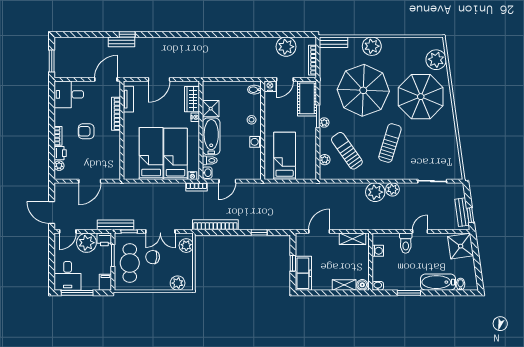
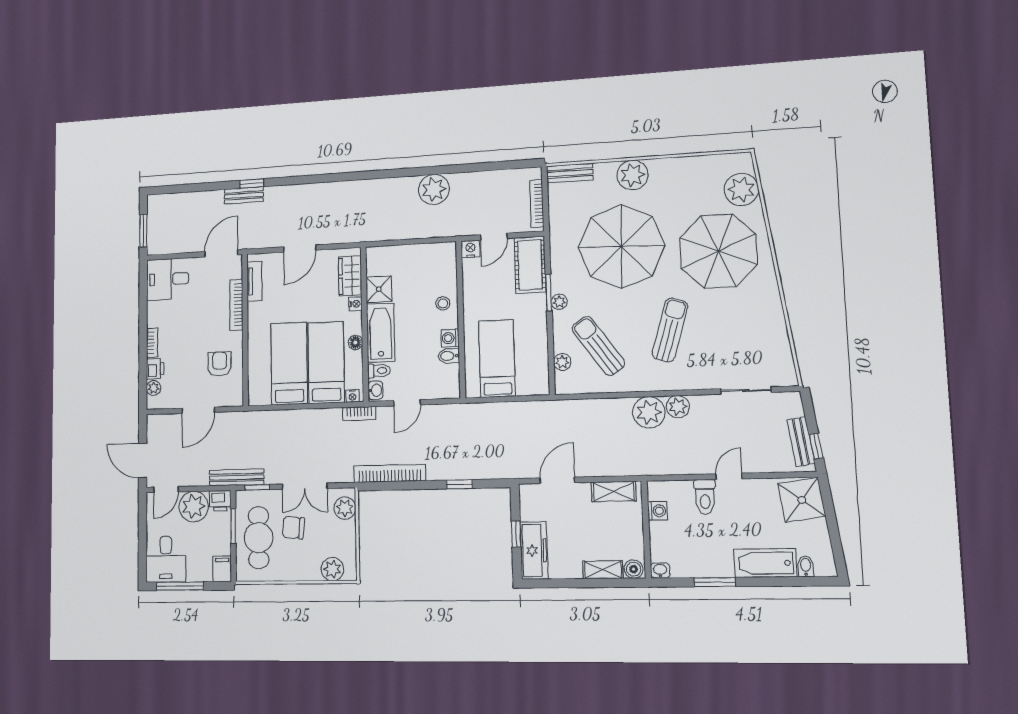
plant: (286, 47) -> (434, 189), moved
bidet: (254, 90) -> (449, 356), moved
armchair: (86, 131) -> (220, 364), moved, turned 90
floor lamp: (195, 142) -> (355, 343), added

